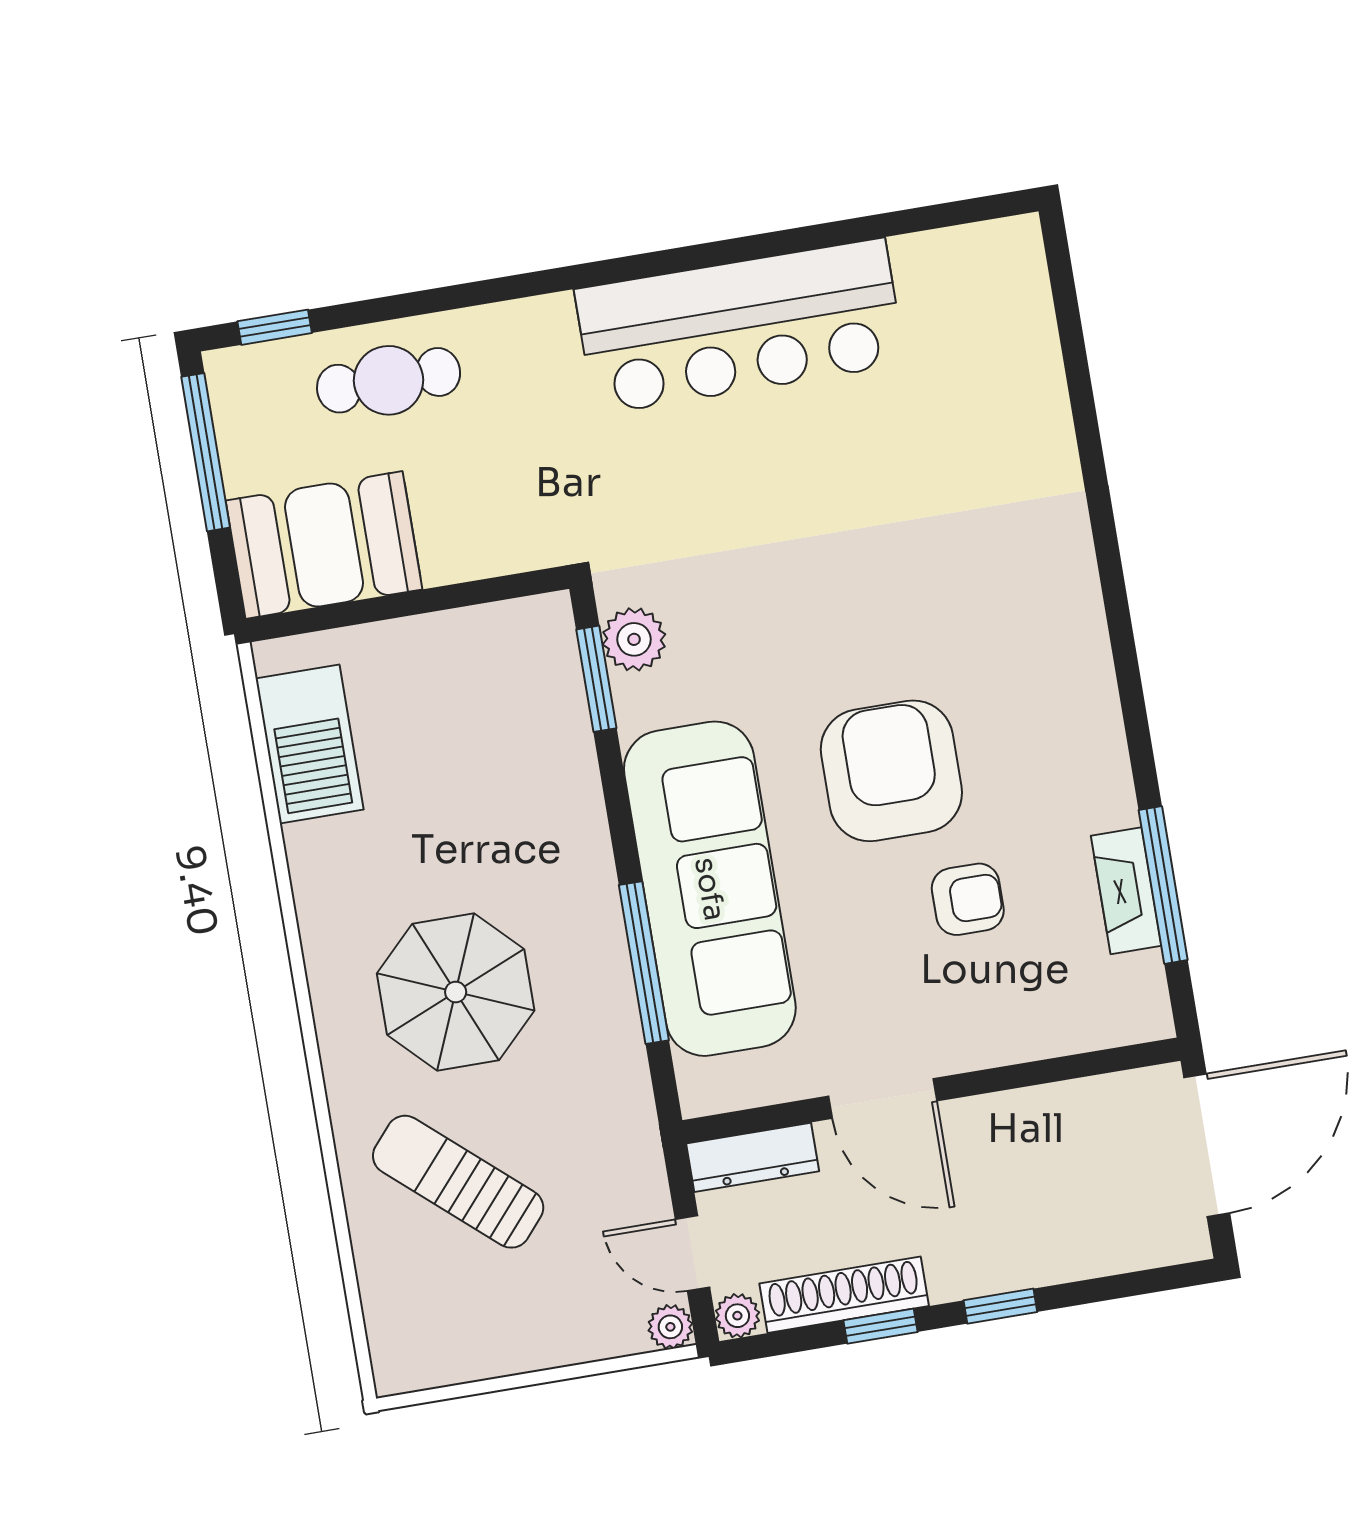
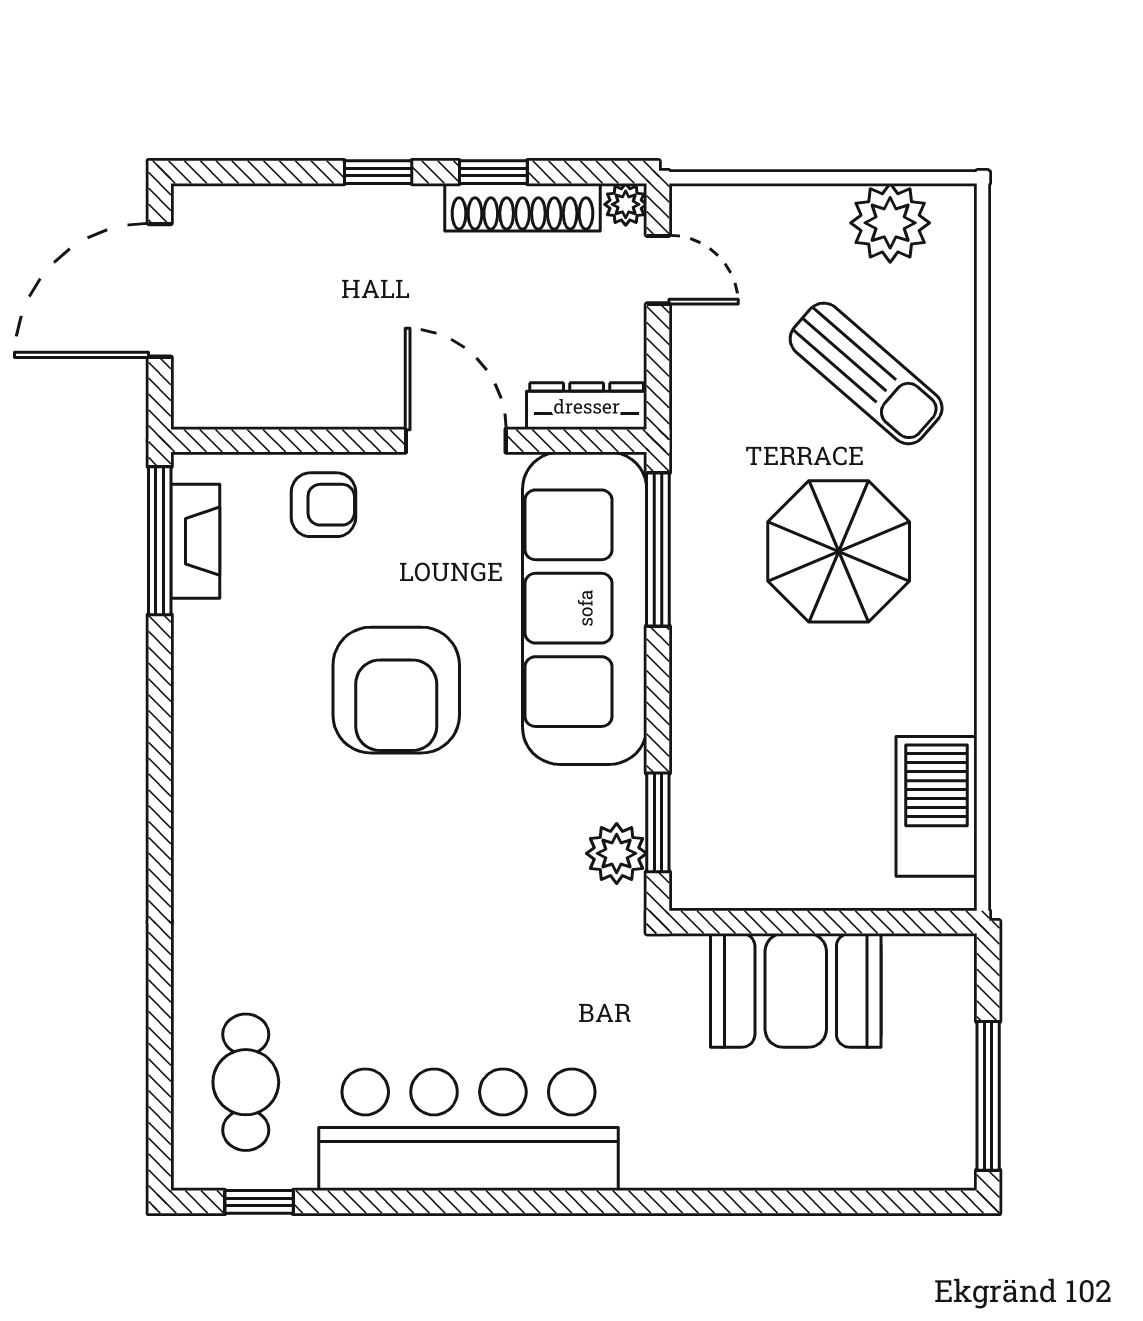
window: (275, 327) -> (259, 1202), moved
cafe table: (389, 380) -> (246, 1082), moved, turned 90
booth: (324, 545) -> (796, 990), moved
armchair: (968, 899) -> (324, 505), moved, turned 180
wall: (931, 1090) -> (409, 441), moved
door: (883, 1099) -> (456, 441), moved
dresser: (753, 1157) -> (587, 406), moved
plant: (670, 1327) -> (890, 223), moved, width x1.88, depth x1.88

